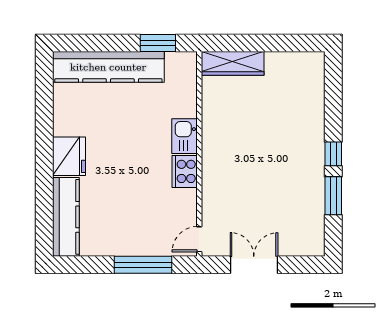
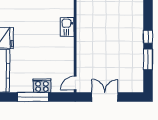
cooker: (185, 171) -> (42, 86), moved, turned 90
window: (143, 265) -> (33, 97), moved

